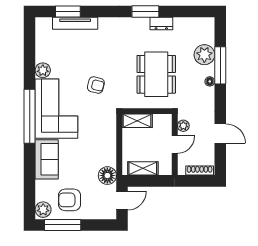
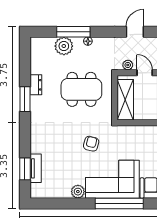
tv unit: (75, 23) -> (36, 168), width x0.71
shelving: (137, 121) -> (125, 100), width x1.50, depth x1.33

